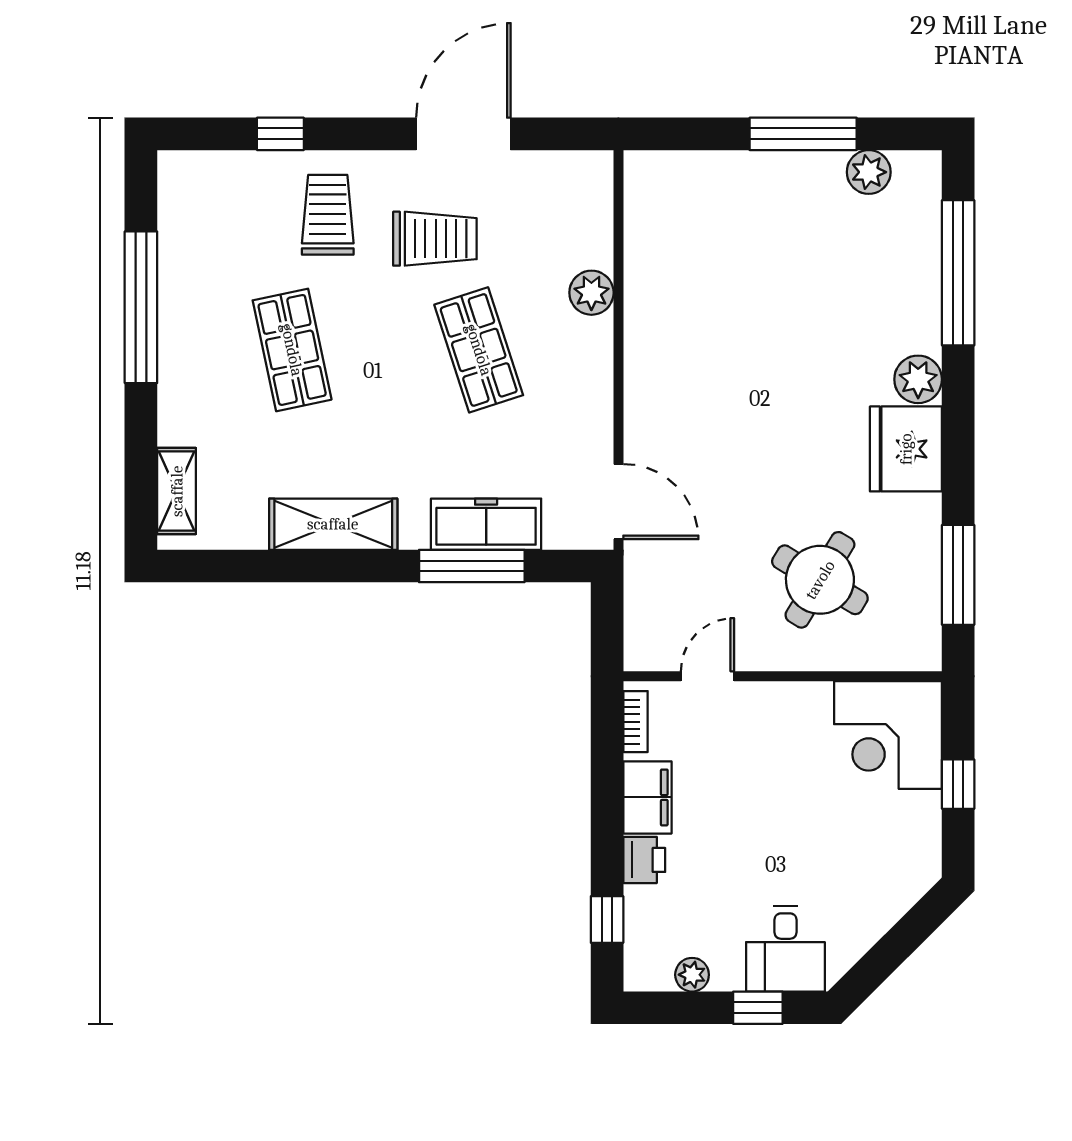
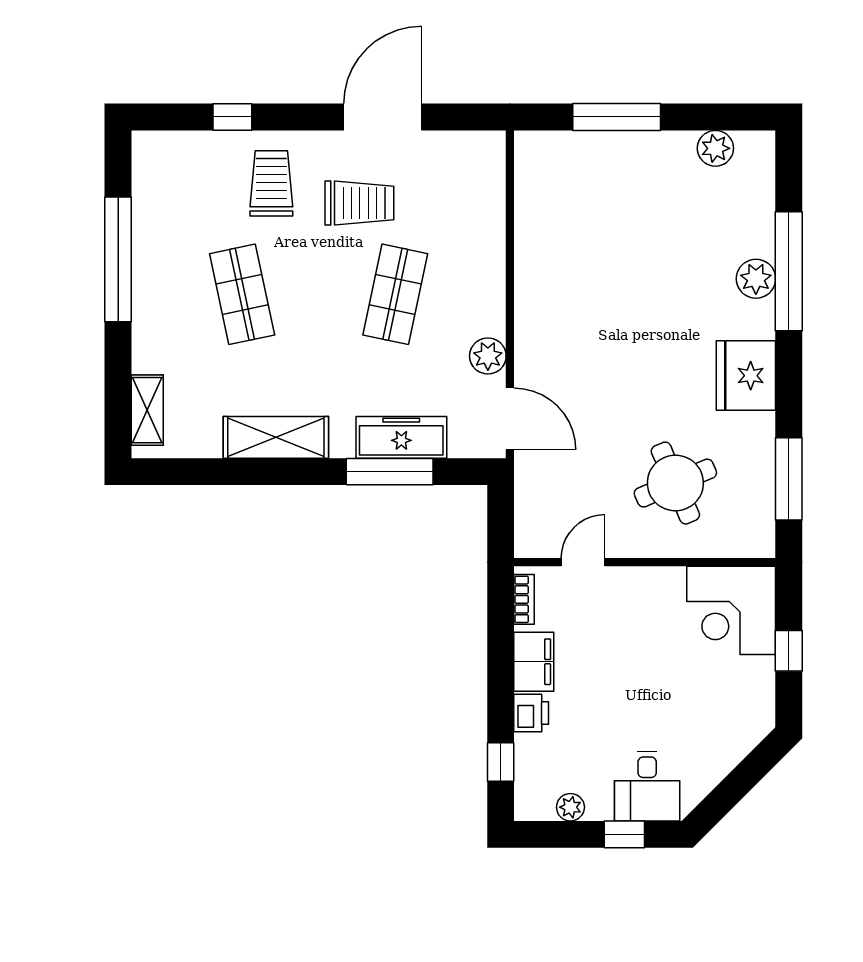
window: (803, 134) -> (617, 117), moved
window: (958, 273) -> (789, 271), moved
plant: (591, 293) -> (488, 356), moved
shop shelf: (479, 350) -> (395, 294), turned 30
plant: (918, 379) -> (756, 279), moved
round table: (820, 580) -> (675, 483), turned 36

